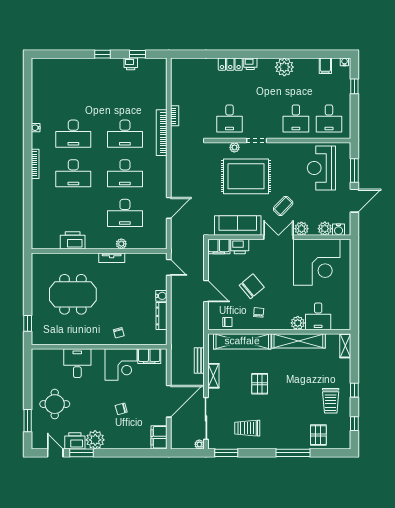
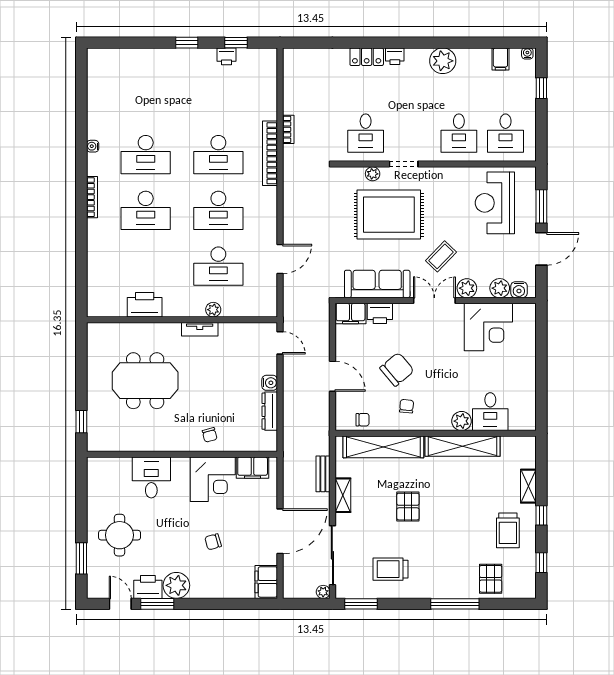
corner desk: (317, 262) -> (488, 327), width x0.74, depth x0.74
shelving: (345, 346) -> (528, 486), moved

